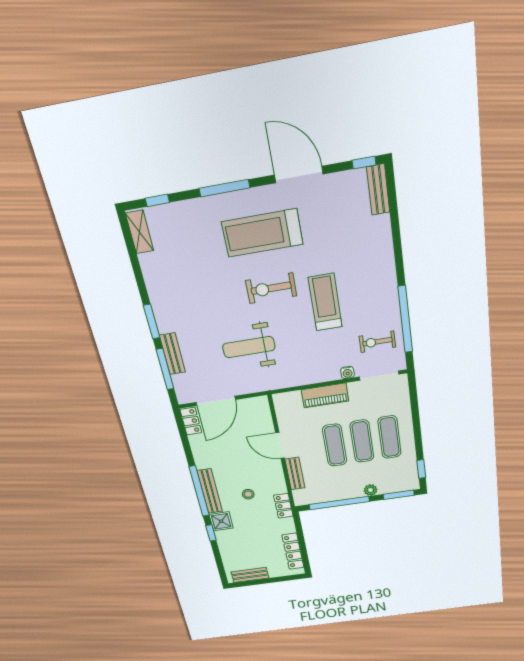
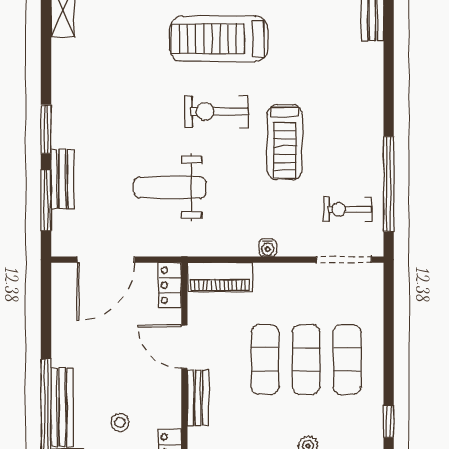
treadmill: (325, 302) -> (285, 142), turned 180
water cooler: (347, 373) -> (268, 248), moved
piano: (325, 395) -> (220, 277), moved
locker: (191, 421) -> (170, 285), moved, turned 180

